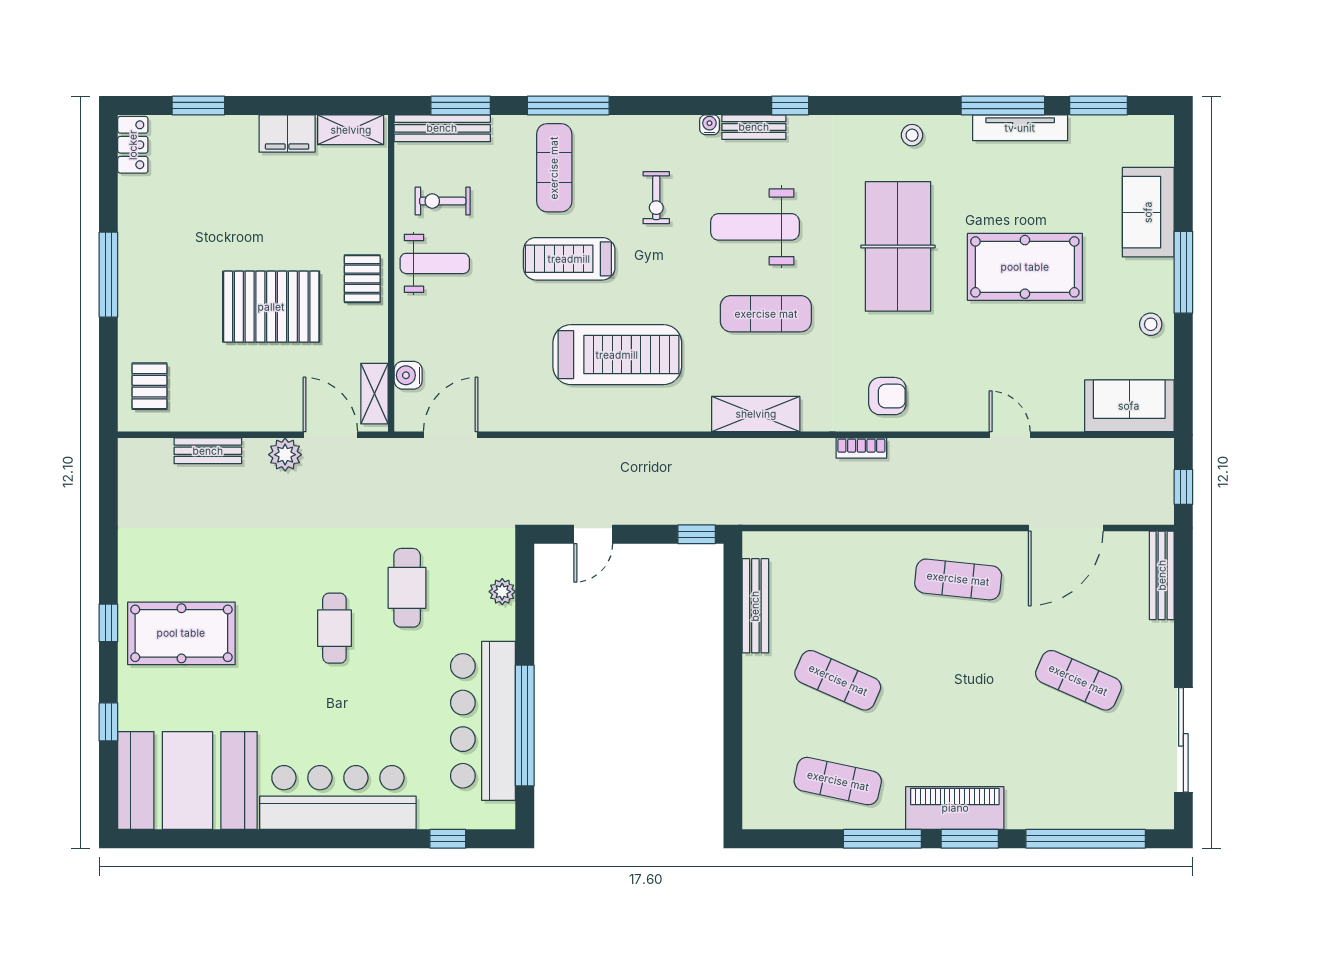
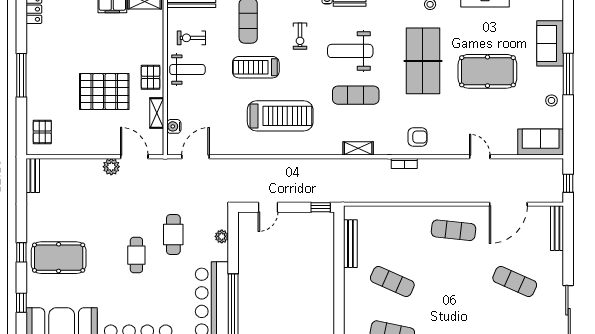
shelving: (374, 394) -> (157, 113), moved
shelving: (756, 414) -> (358, 148), width x0.67, depth x0.75
bench: (208, 451) -> (33, 175), moved, turned 90

